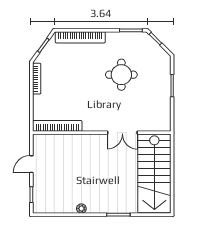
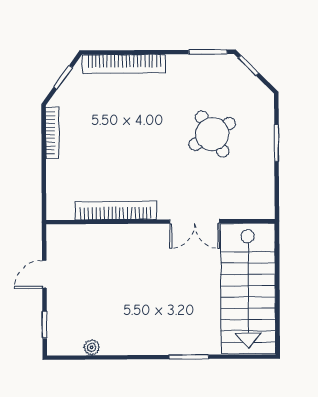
round table: (121, 75) -> (212, 134), moved, turned -31
bookcase: (57, 126) -> (116, 210), moved
plant: (81, 208) -> (92, 347), moved

